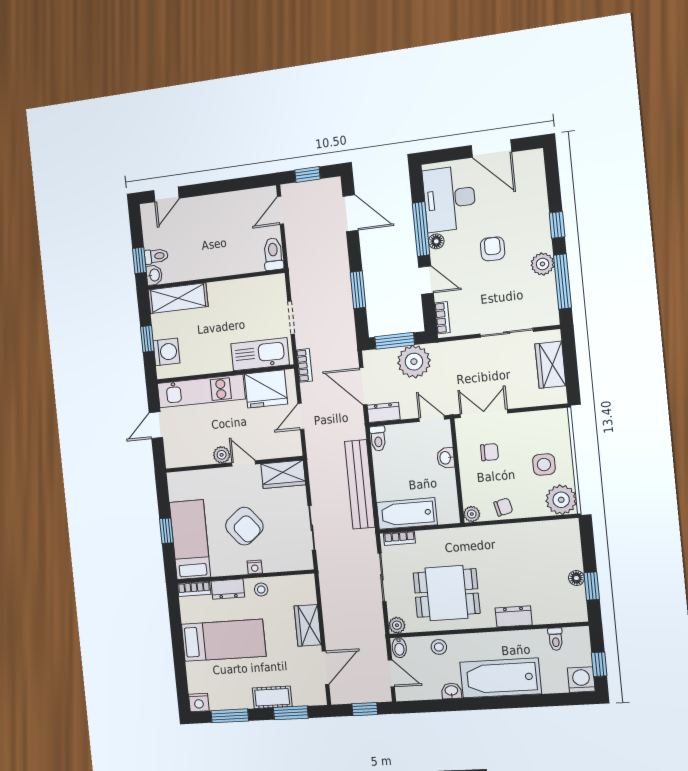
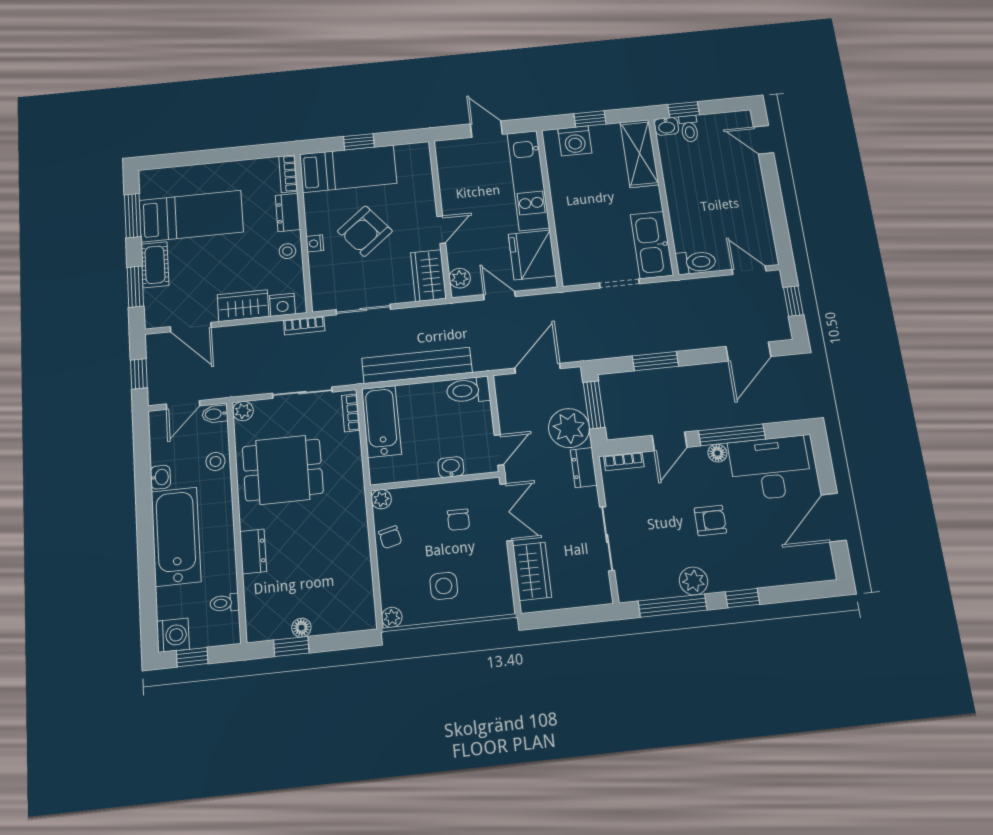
kitchen sink: (260, 354) -> (652, 245), moved, turned 180
bookcase: (304, 365) -> (304, 325), moved
wardrobe: (550, 365) -> (532, 571), moved, turned 90
dresser: (384, 412) -> (584, 468), moved, turned 180
toilet: (378, 438) -> (468, 390), width x1.37, depth x1.39
plant: (222, 455) -> (460, 278), moved
plant: (561, 500) -> (392, 617), width x0.53, depth x0.53
dining table: (447, 593) -> (283, 470), turned 90
bed: (223, 640) -> (191, 216), moved, turned -90
nightstand: (199, 702) -> (282, 305), moved, turned -90

